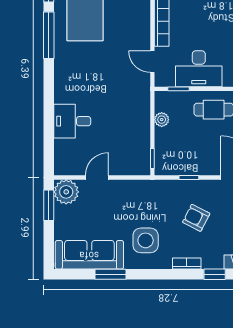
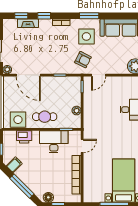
door: (152, 62) -> (82, 146), hinge flipped
door: (97, 177) -> (99, 75), moved
armchair: (196, 218) -> (83, 60), moved
window: (111, 274) -> (89, 16), moved

